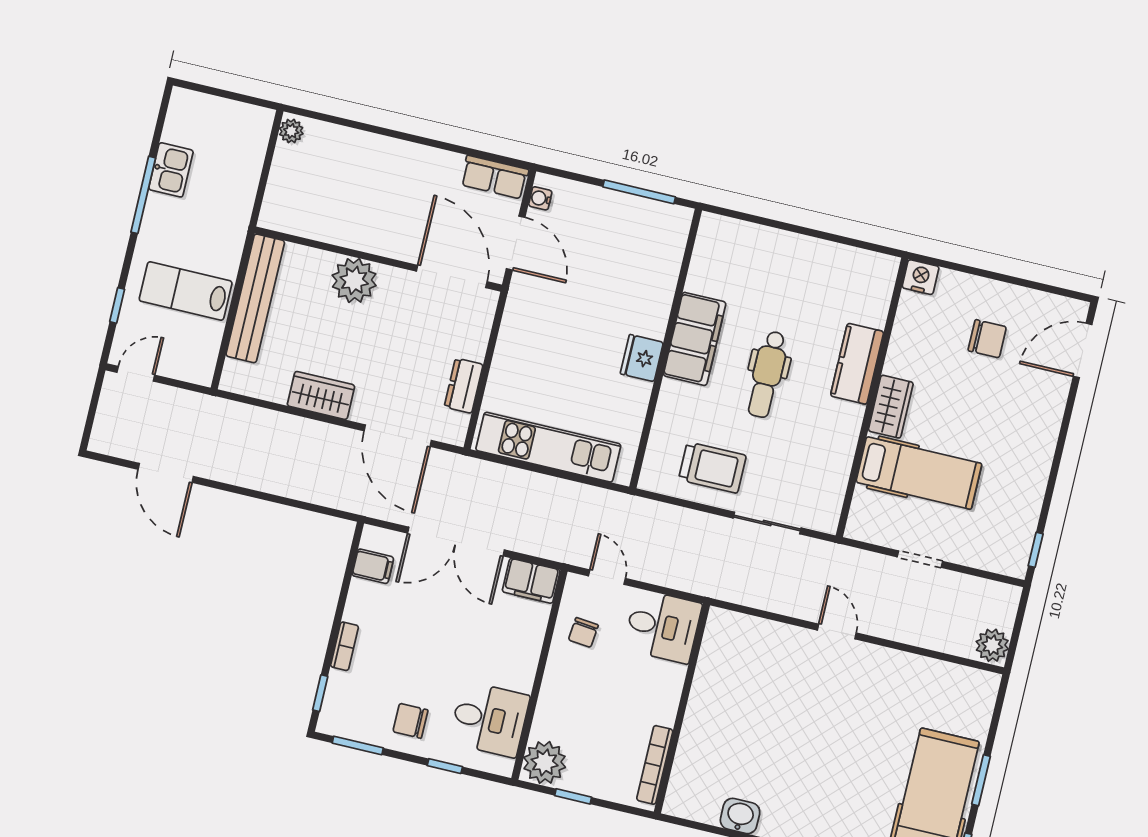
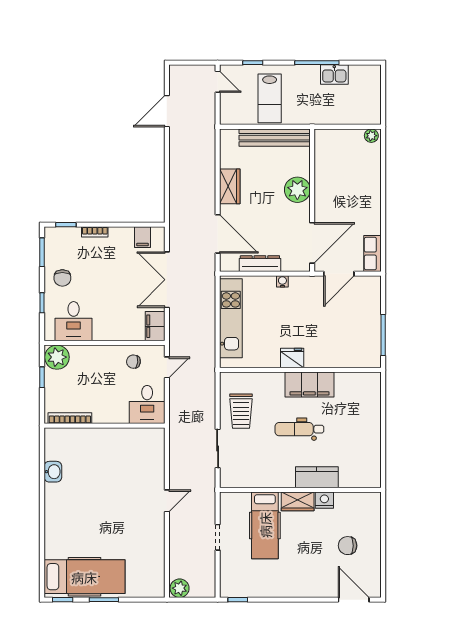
water cooler: (540, 198) -> (282, 281), moved
nightstand: (921, 277) -> (324, 500), moved, turned -90
lab bench: (186, 291) -> (270, 98), turned 180
chair: (987, 339) -> (348, 546), turned 90
dresser: (464, 386) -> (260, 264), width x1.44
door: (398, 436) -> (218, 234), swing flipped
chair: (410, 721) -> (62, 278), turned 180

